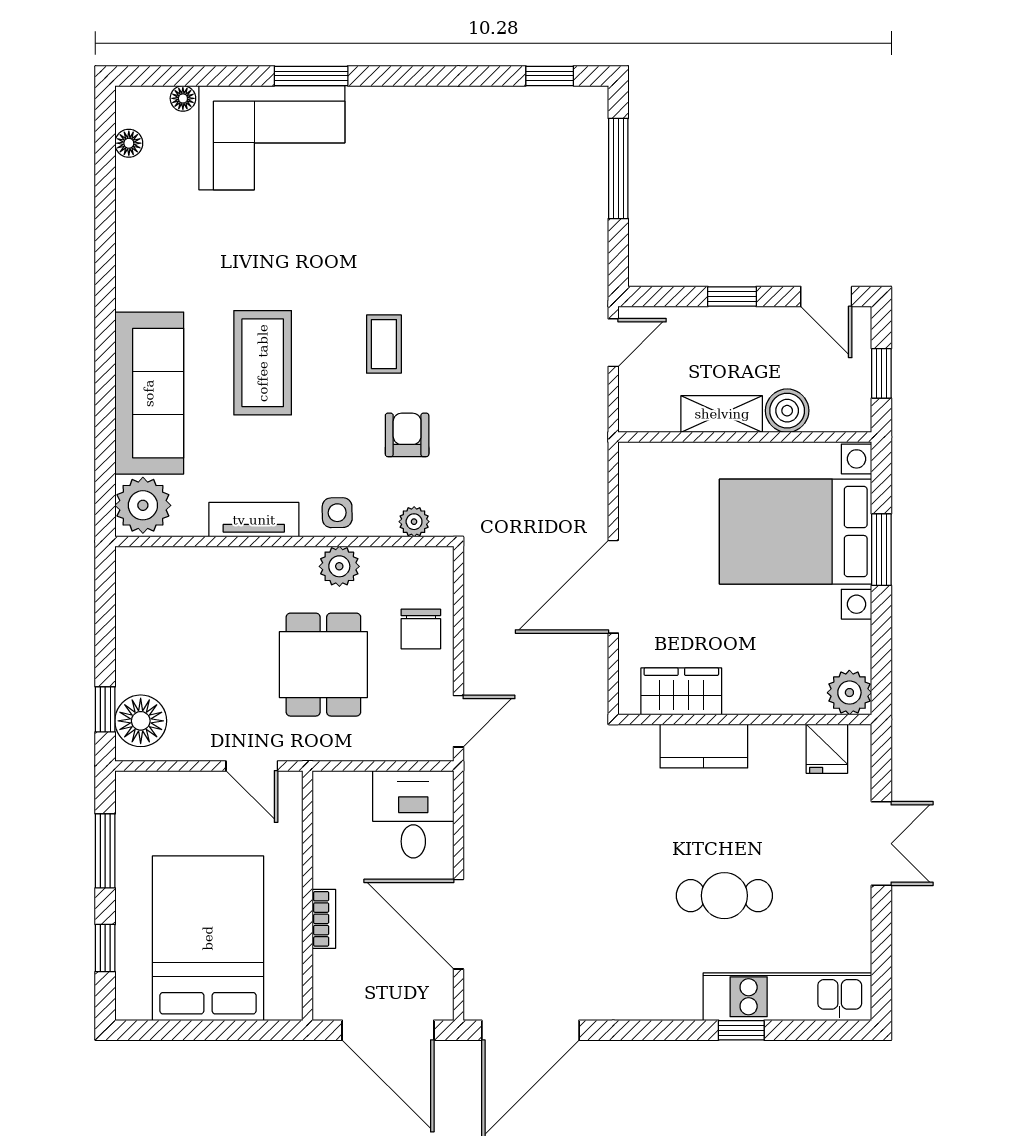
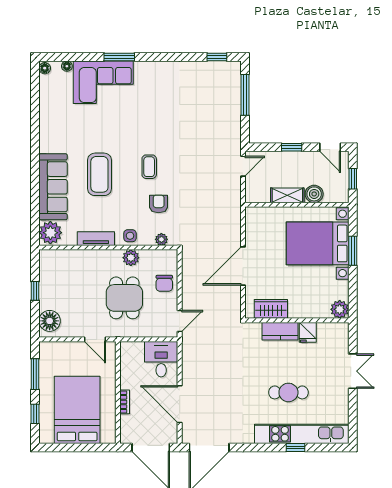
floor lamp: (129, 143) -> (45, 68), moved
window: (105, 709) -> (35, 291), moved
fridge: (827, 749) -> (308, 332), moved
kitchen unit: (787, 997) -> (302, 434), width x1.36

